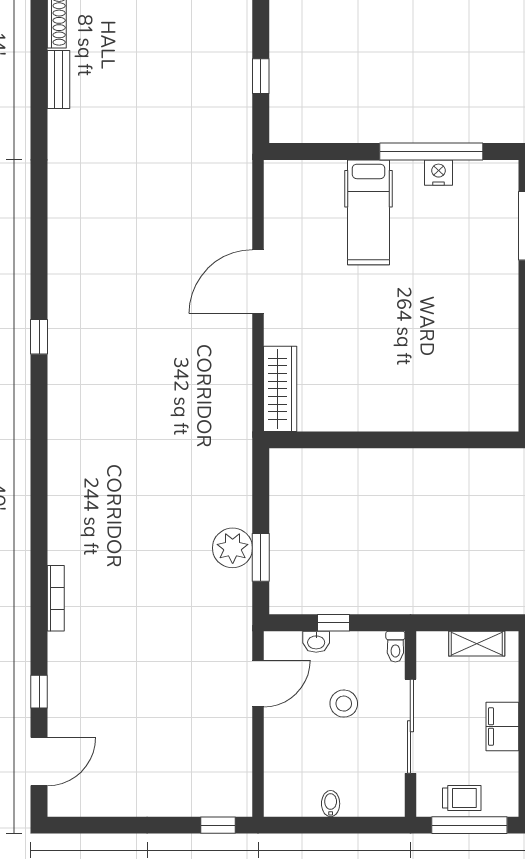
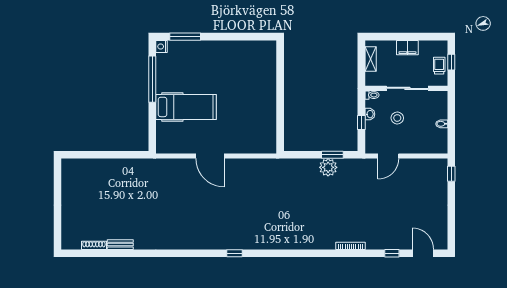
window: (261, 76) -> (119, 155), removed
nightstand: (439, 173) -> (162, 46), moved
hospital bed: (369, 212) -> (186, 107), width x1.37, depth x1.29
wardrobe: (280, 389) -> (258, 146), removed
washbasin: (316, 642) -> (370, 114), moved
door: (258, 684) -> (388, 156), swing flipped
window: (469, 825) -> (451, 62), width x0.46

